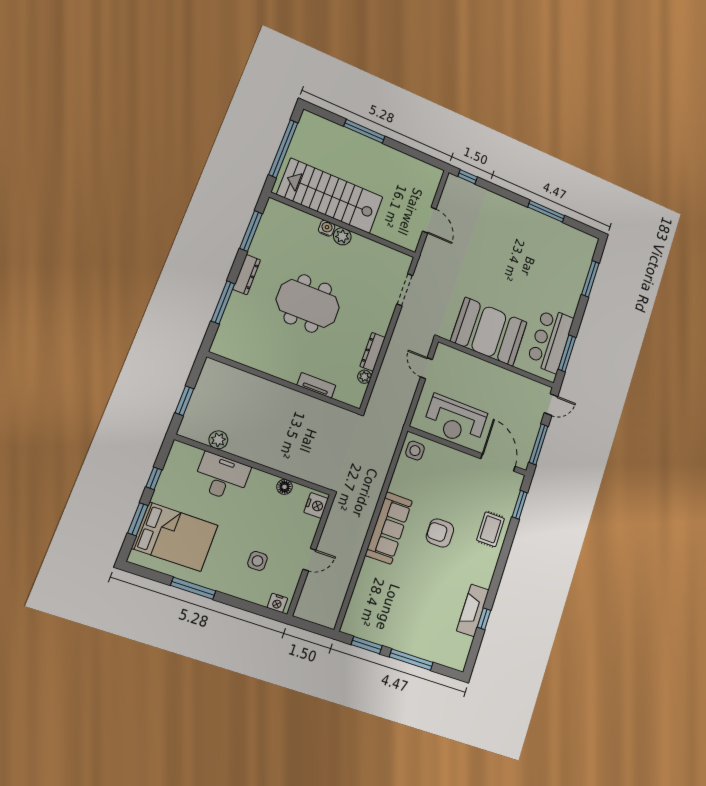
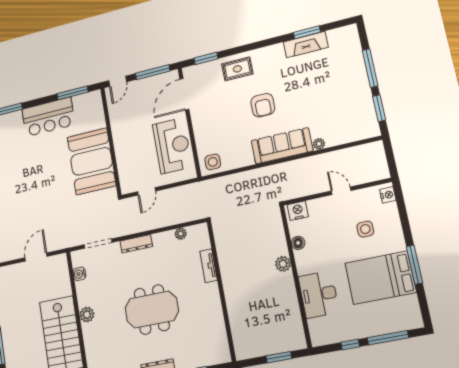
water cooler: (327, 228) -> (79, 274), moved
meeting table: (308, 303) -> (152, 310), turned 90
bar counter: (550, 340) -> (48, 117), moved
dresser: (373, 352) -> (136, 244), moved
door: (551, 405) -> (118, 81), swing flipped
plant: (218, 440) -> (283, 264), moved
window: (138, 519) -> (388, 338), width x1.44
bed: (175, 537) -> (380, 278), moved, turned -90
plant: (368, 565) -> (319, 144), added
window: (484, 619) -> (307, 32), width x1.50

